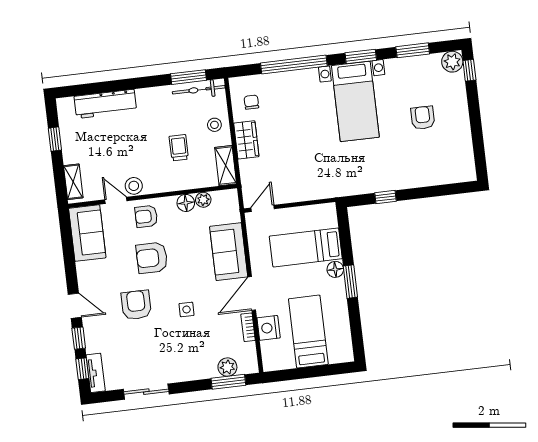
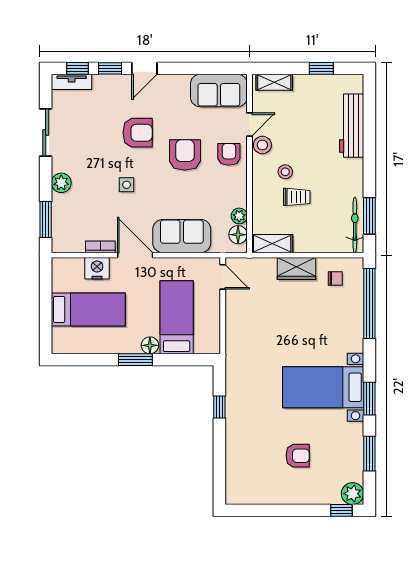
window: (294, 65) -> (369, 304), moved
stool: (214, 125) -> (285, 172), moved
floor lamp: (186, 203) -> (238, 235), moved
plant: (227, 367) -> (61, 183), moved

